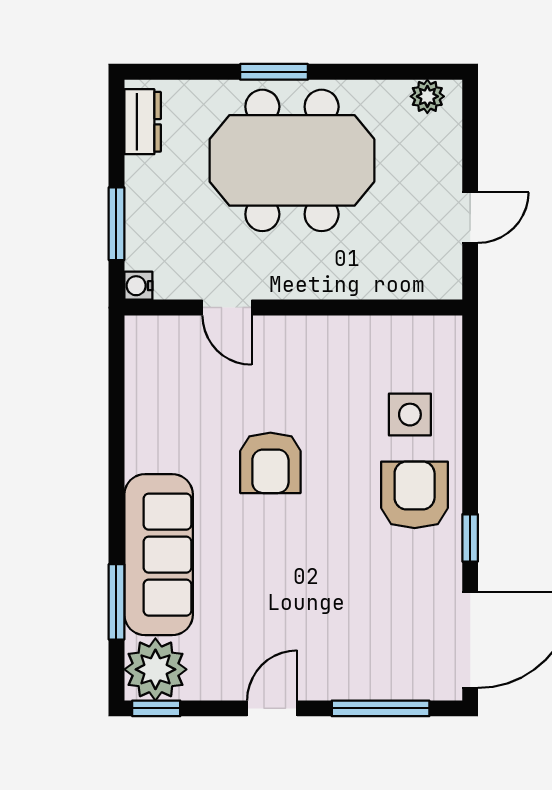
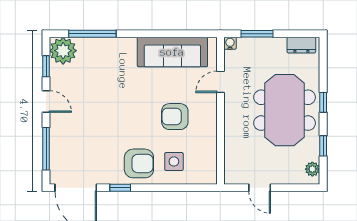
window: (274, 72) -> (323, 102), width x0.67
window: (374, 72) -> (323, 146), added
armchair: (270, 463) -> (175, 117), moved
sofa: (159, 555) -> (172, 52), moved
window: (116, 602) -> (92, 34), width x1.44
window: (156, 708) -> (46, 66), moved

